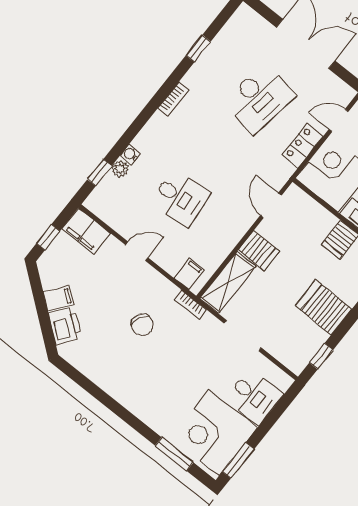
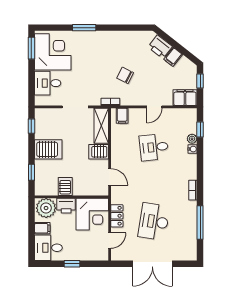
window: (198, 48) -> (200, 222), width x2.17
window: (174, 454) -> (84, 28), moved

